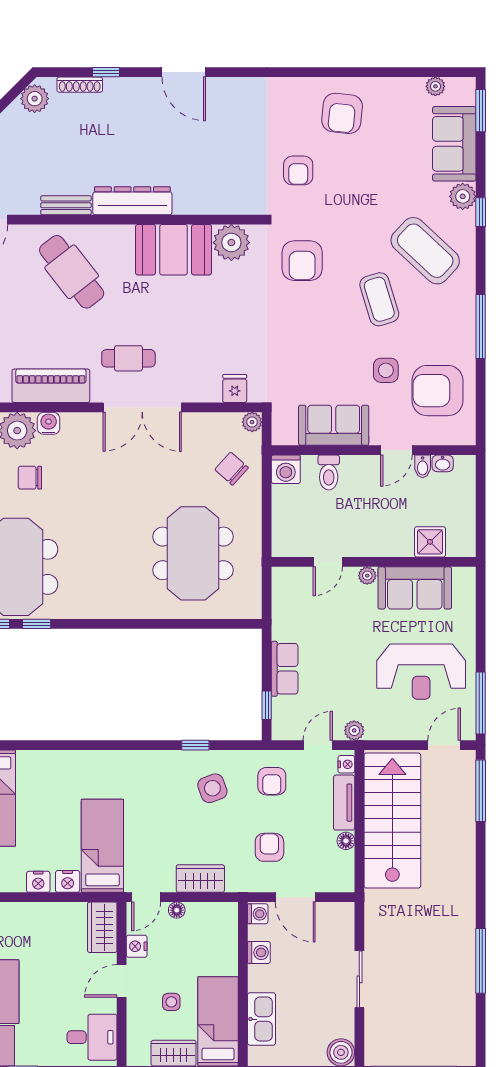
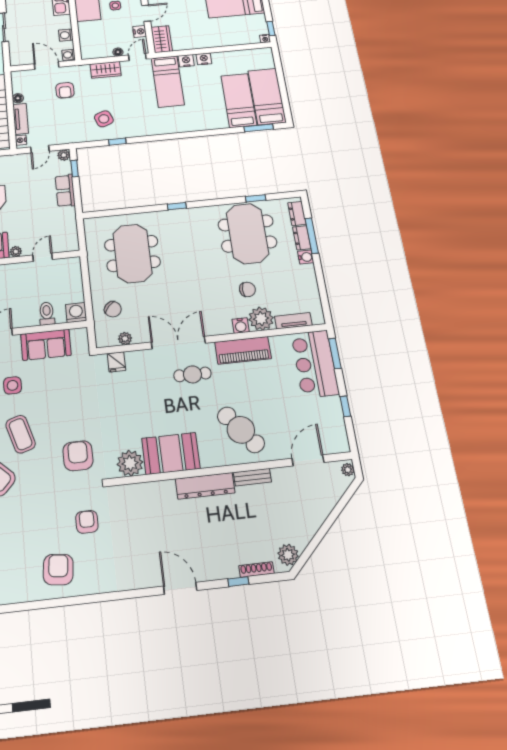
plant: (252, 422) -> (125, 339), moved
window: (37, 624) -> (177, 206), moved
plant: (354, 730) -> (64, 155), moved
armchair: (272, 781) -> (67, 126), removed

